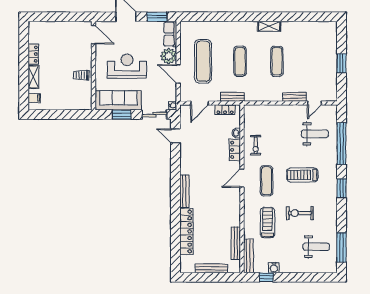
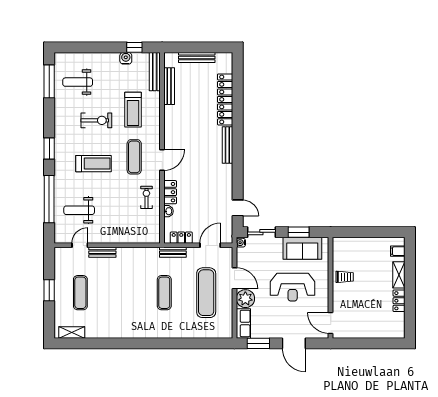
shelving: (269, 26) -> (72, 332), moved
exercise mat: (277, 61) -> (80, 293), moved
sofa: (118, 100) -> (302, 248), width x0.73

